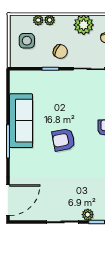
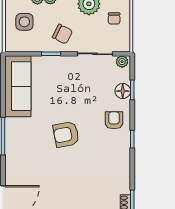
sofa: (21, 121) -> (18, 86), moved

